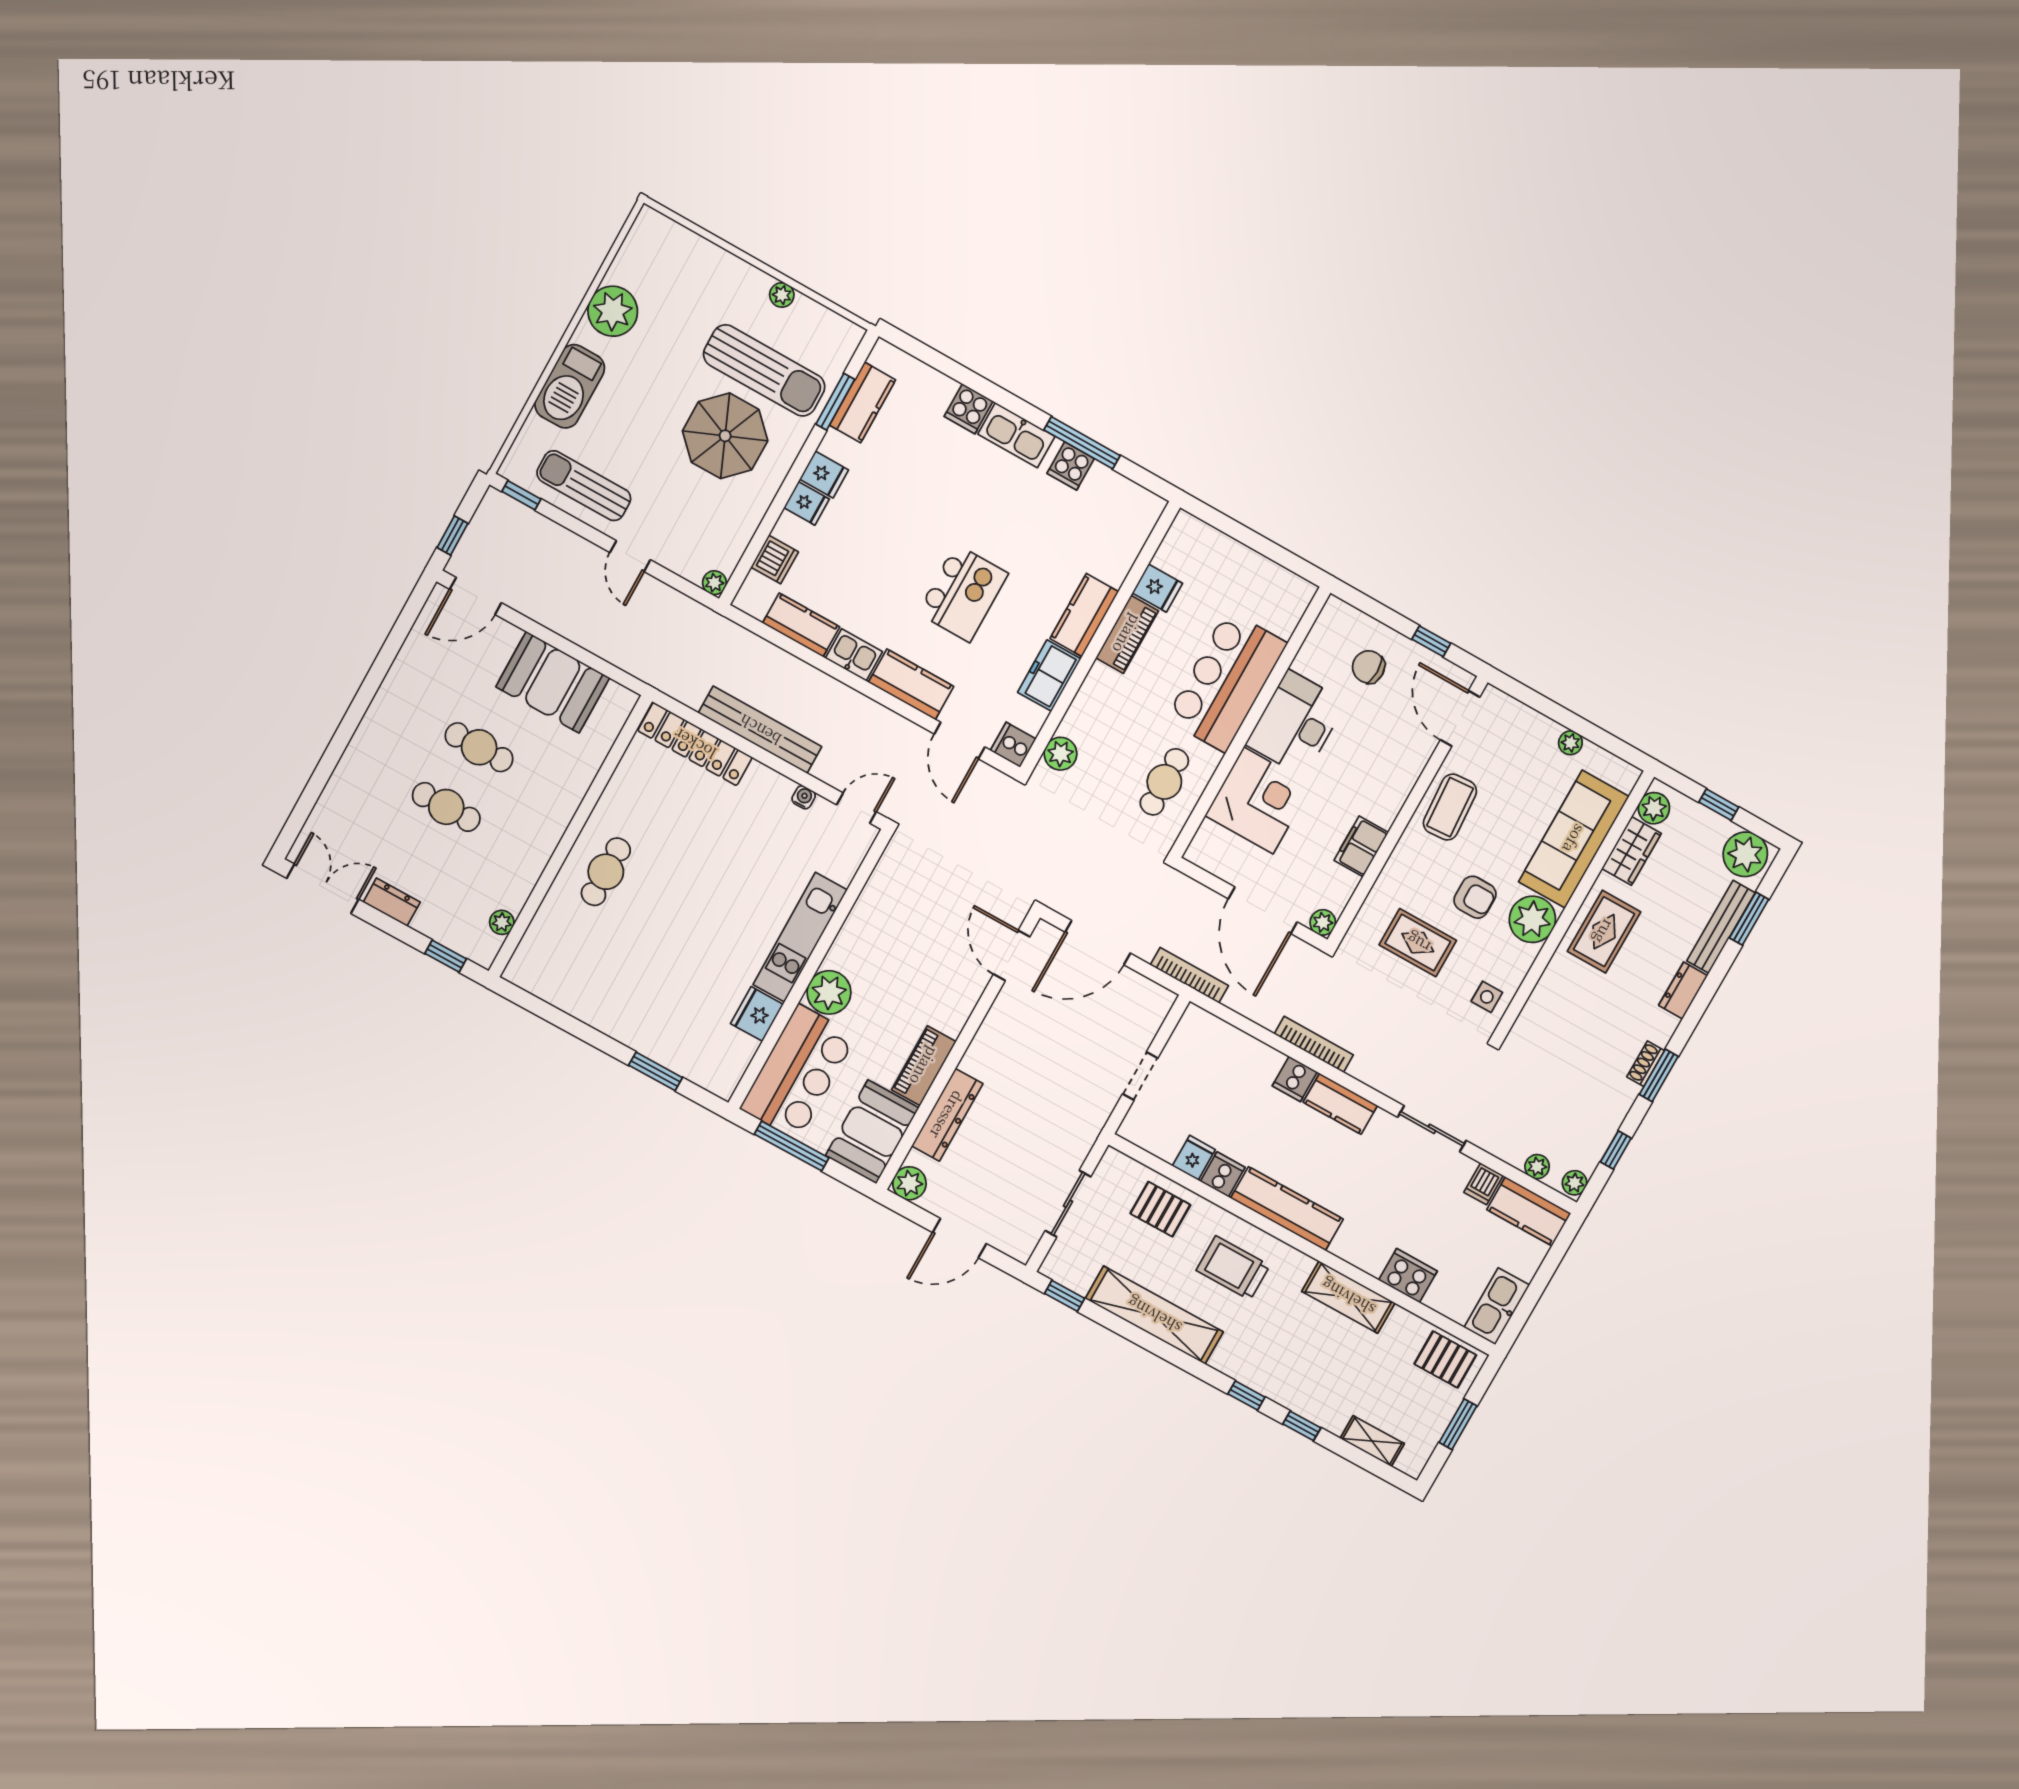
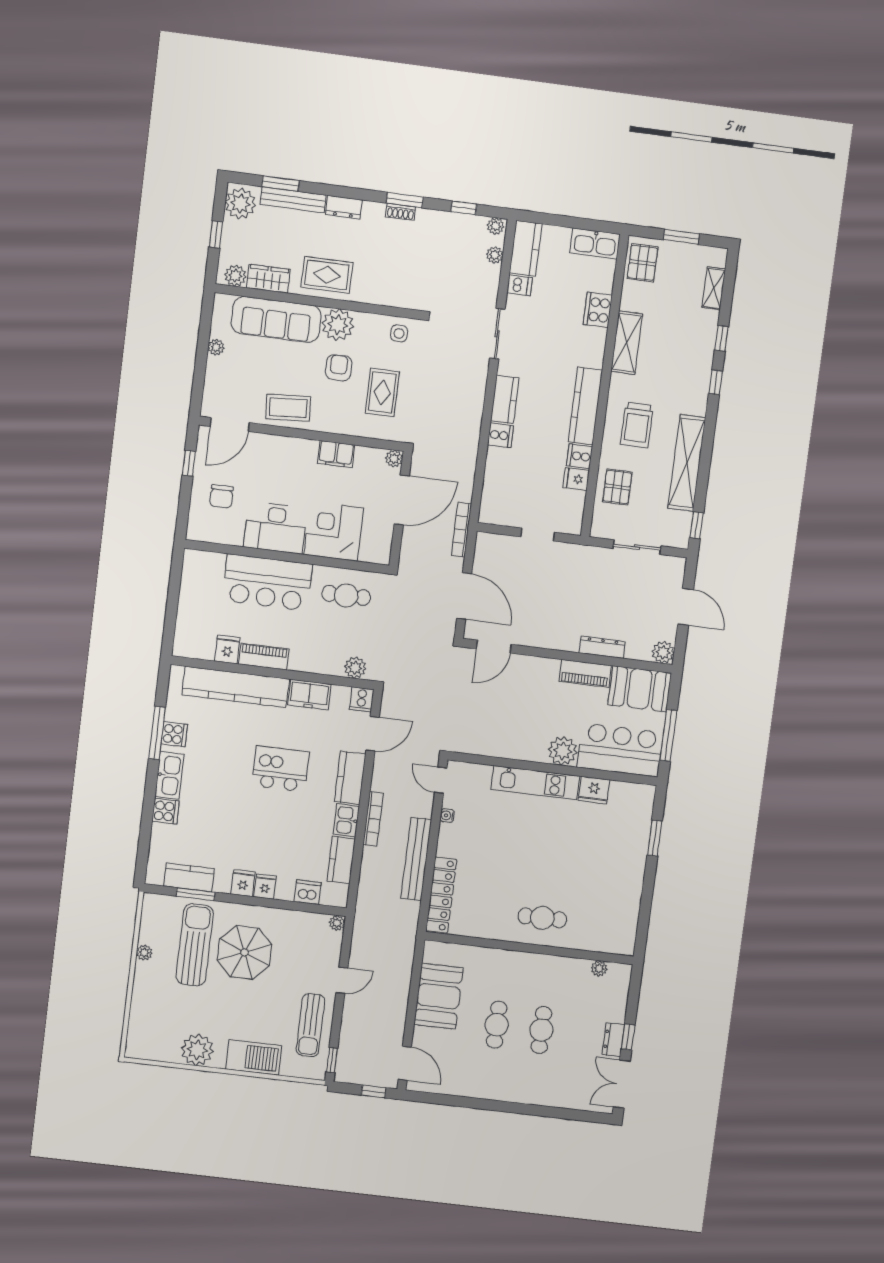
kitchen counter: (1084, 615) -> (236, 687), width x2.08, depth x1.17
window: (446, 956) -> (628, 1037), moved
bookcase: (1314, 1044) -> (373, 819), moved, turned 180
dresser: (947, 1115) -> (602, 647), width x0.73, depth x0.80

